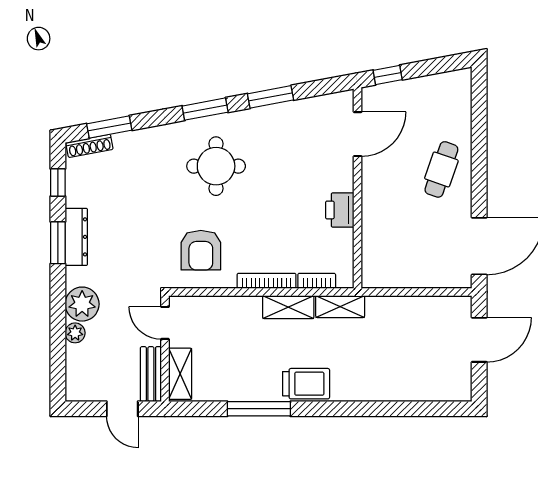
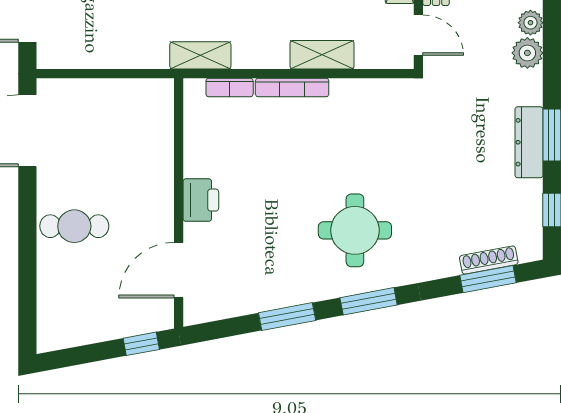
shoe rack: (89, 146) -> (489, 260), moved
cafe table: (441, 169) -> (74, 226), turned 71
printer: (340, 210) -> (201, 200), moved
armchair: (201, 250) -> (374, 126), removed
plant: (82, 304) -> (527, 53), width x0.73, depth x0.73
shelving: (288, 307) -> (322, 55), moved

